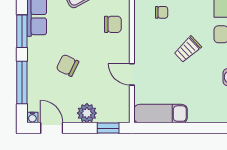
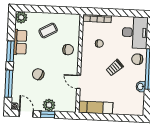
window: (108, 128) -> (48, 114), moved

